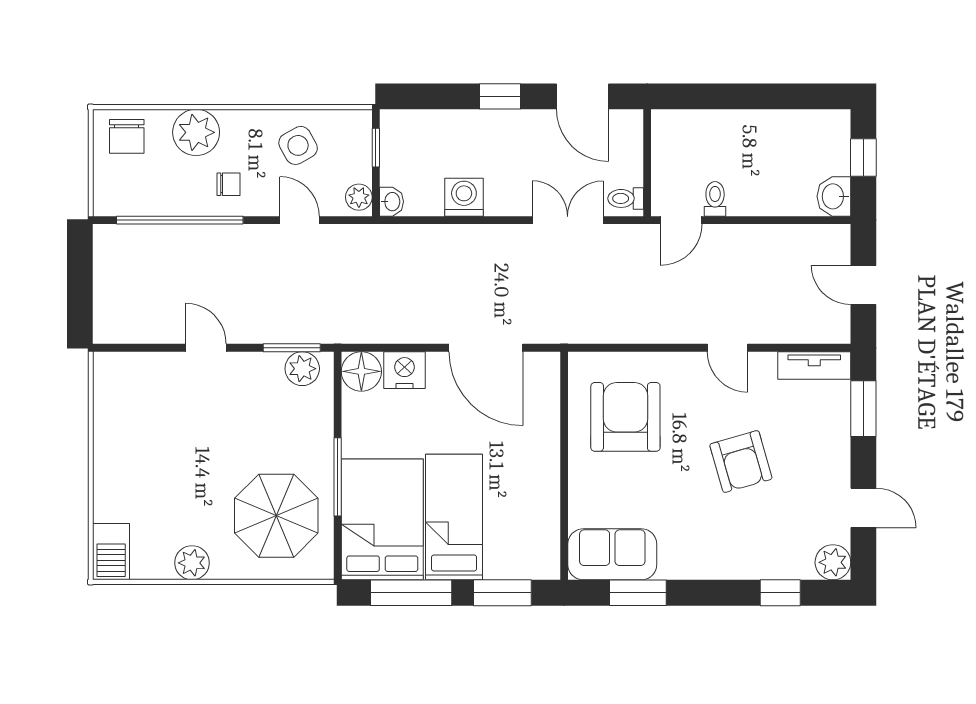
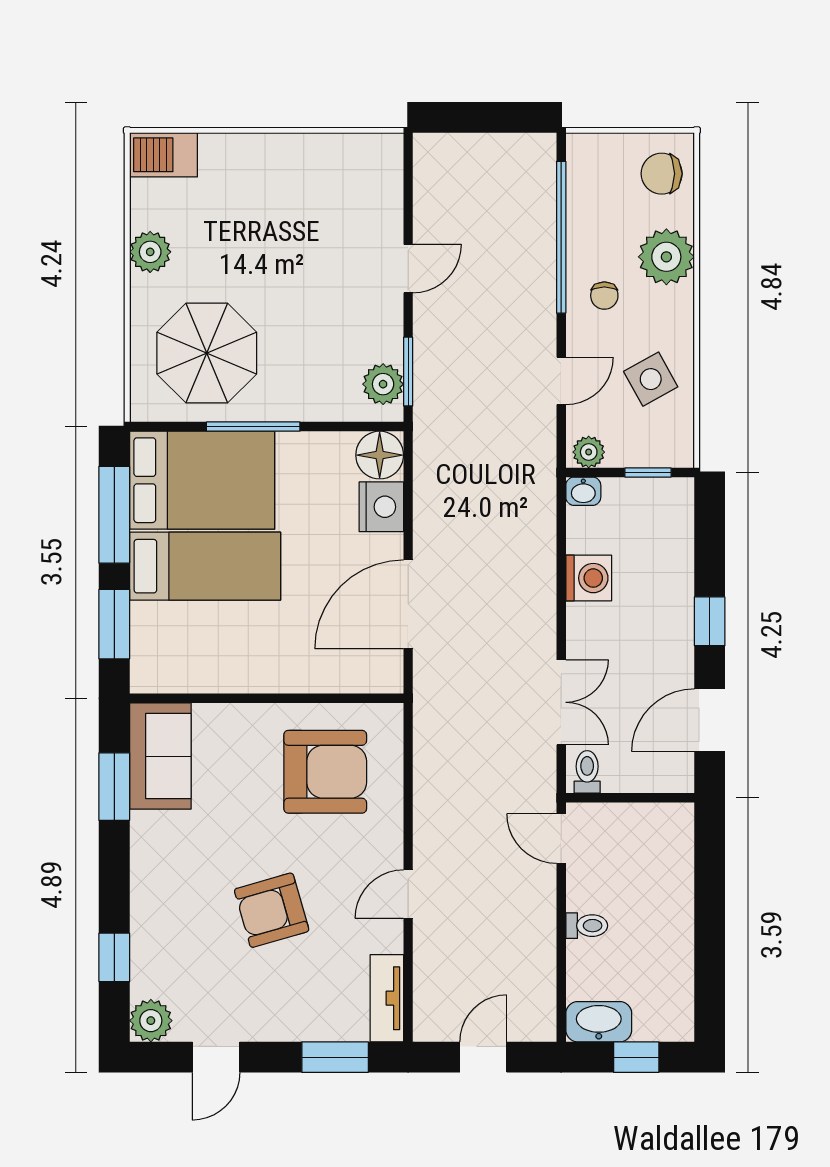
washbasin: (834, 196) -> (599, 1022), width x1.38
toilet: (715, 199) -> (587, 926), moved

